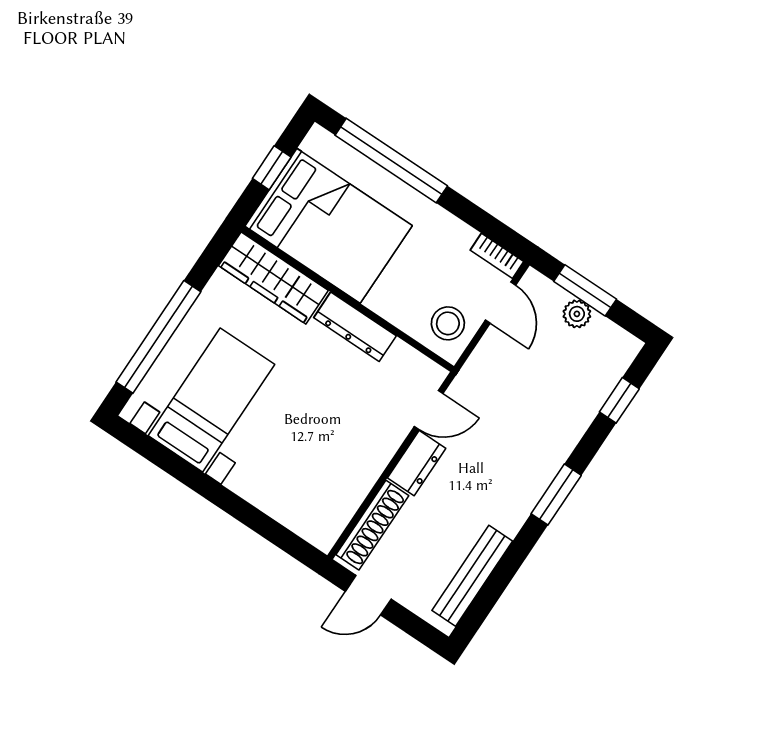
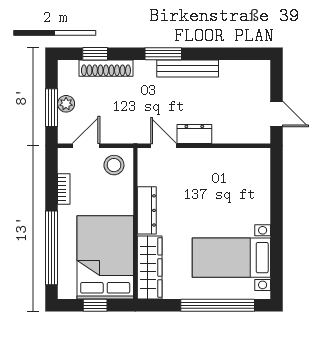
bookcase: (497, 256) -> (64, 189), moved
shoe rack: (372, 525) -> (106, 68), moved, turned 180
bench: (472, 576) -> (188, 68), moved

